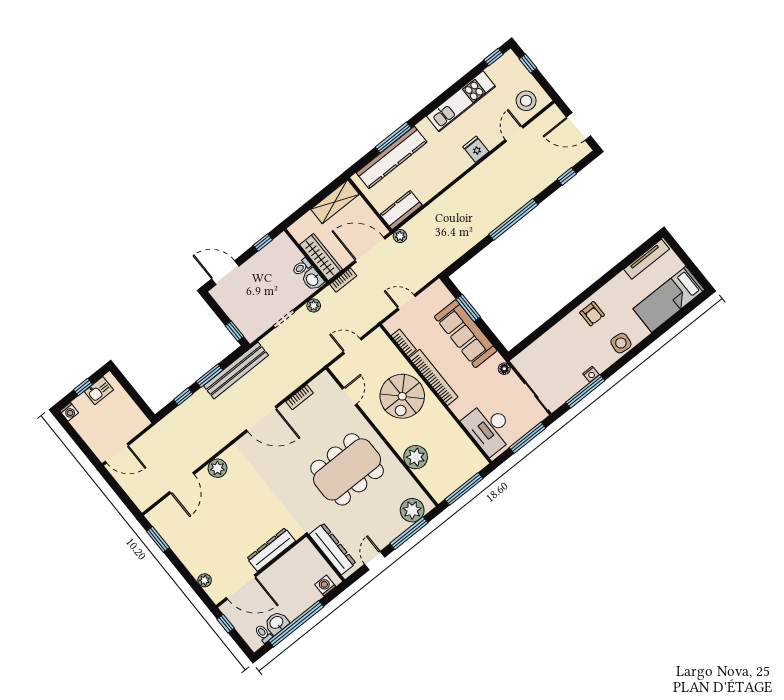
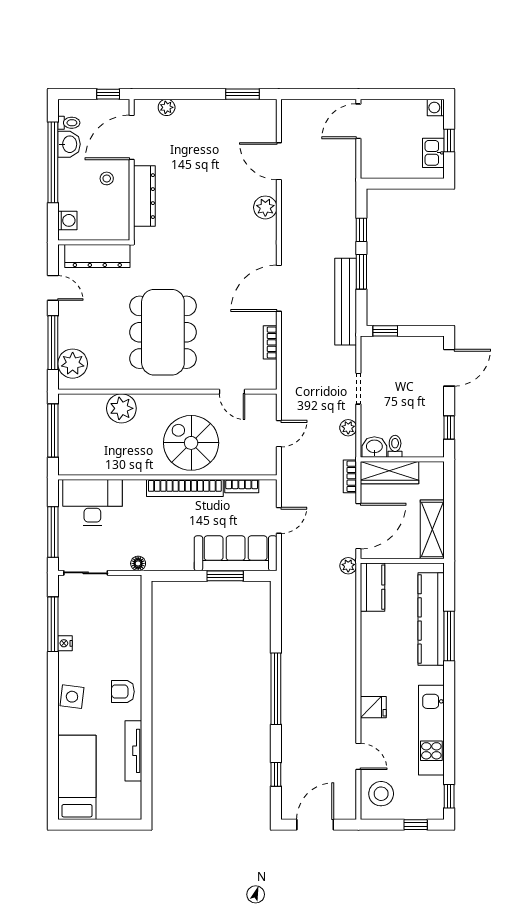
tv unit: (647, 259) -> (133, 751), moved
sofa: (466, 334) -> (236, 553), moved
stool: (279, 582) -> (107, 178), added

